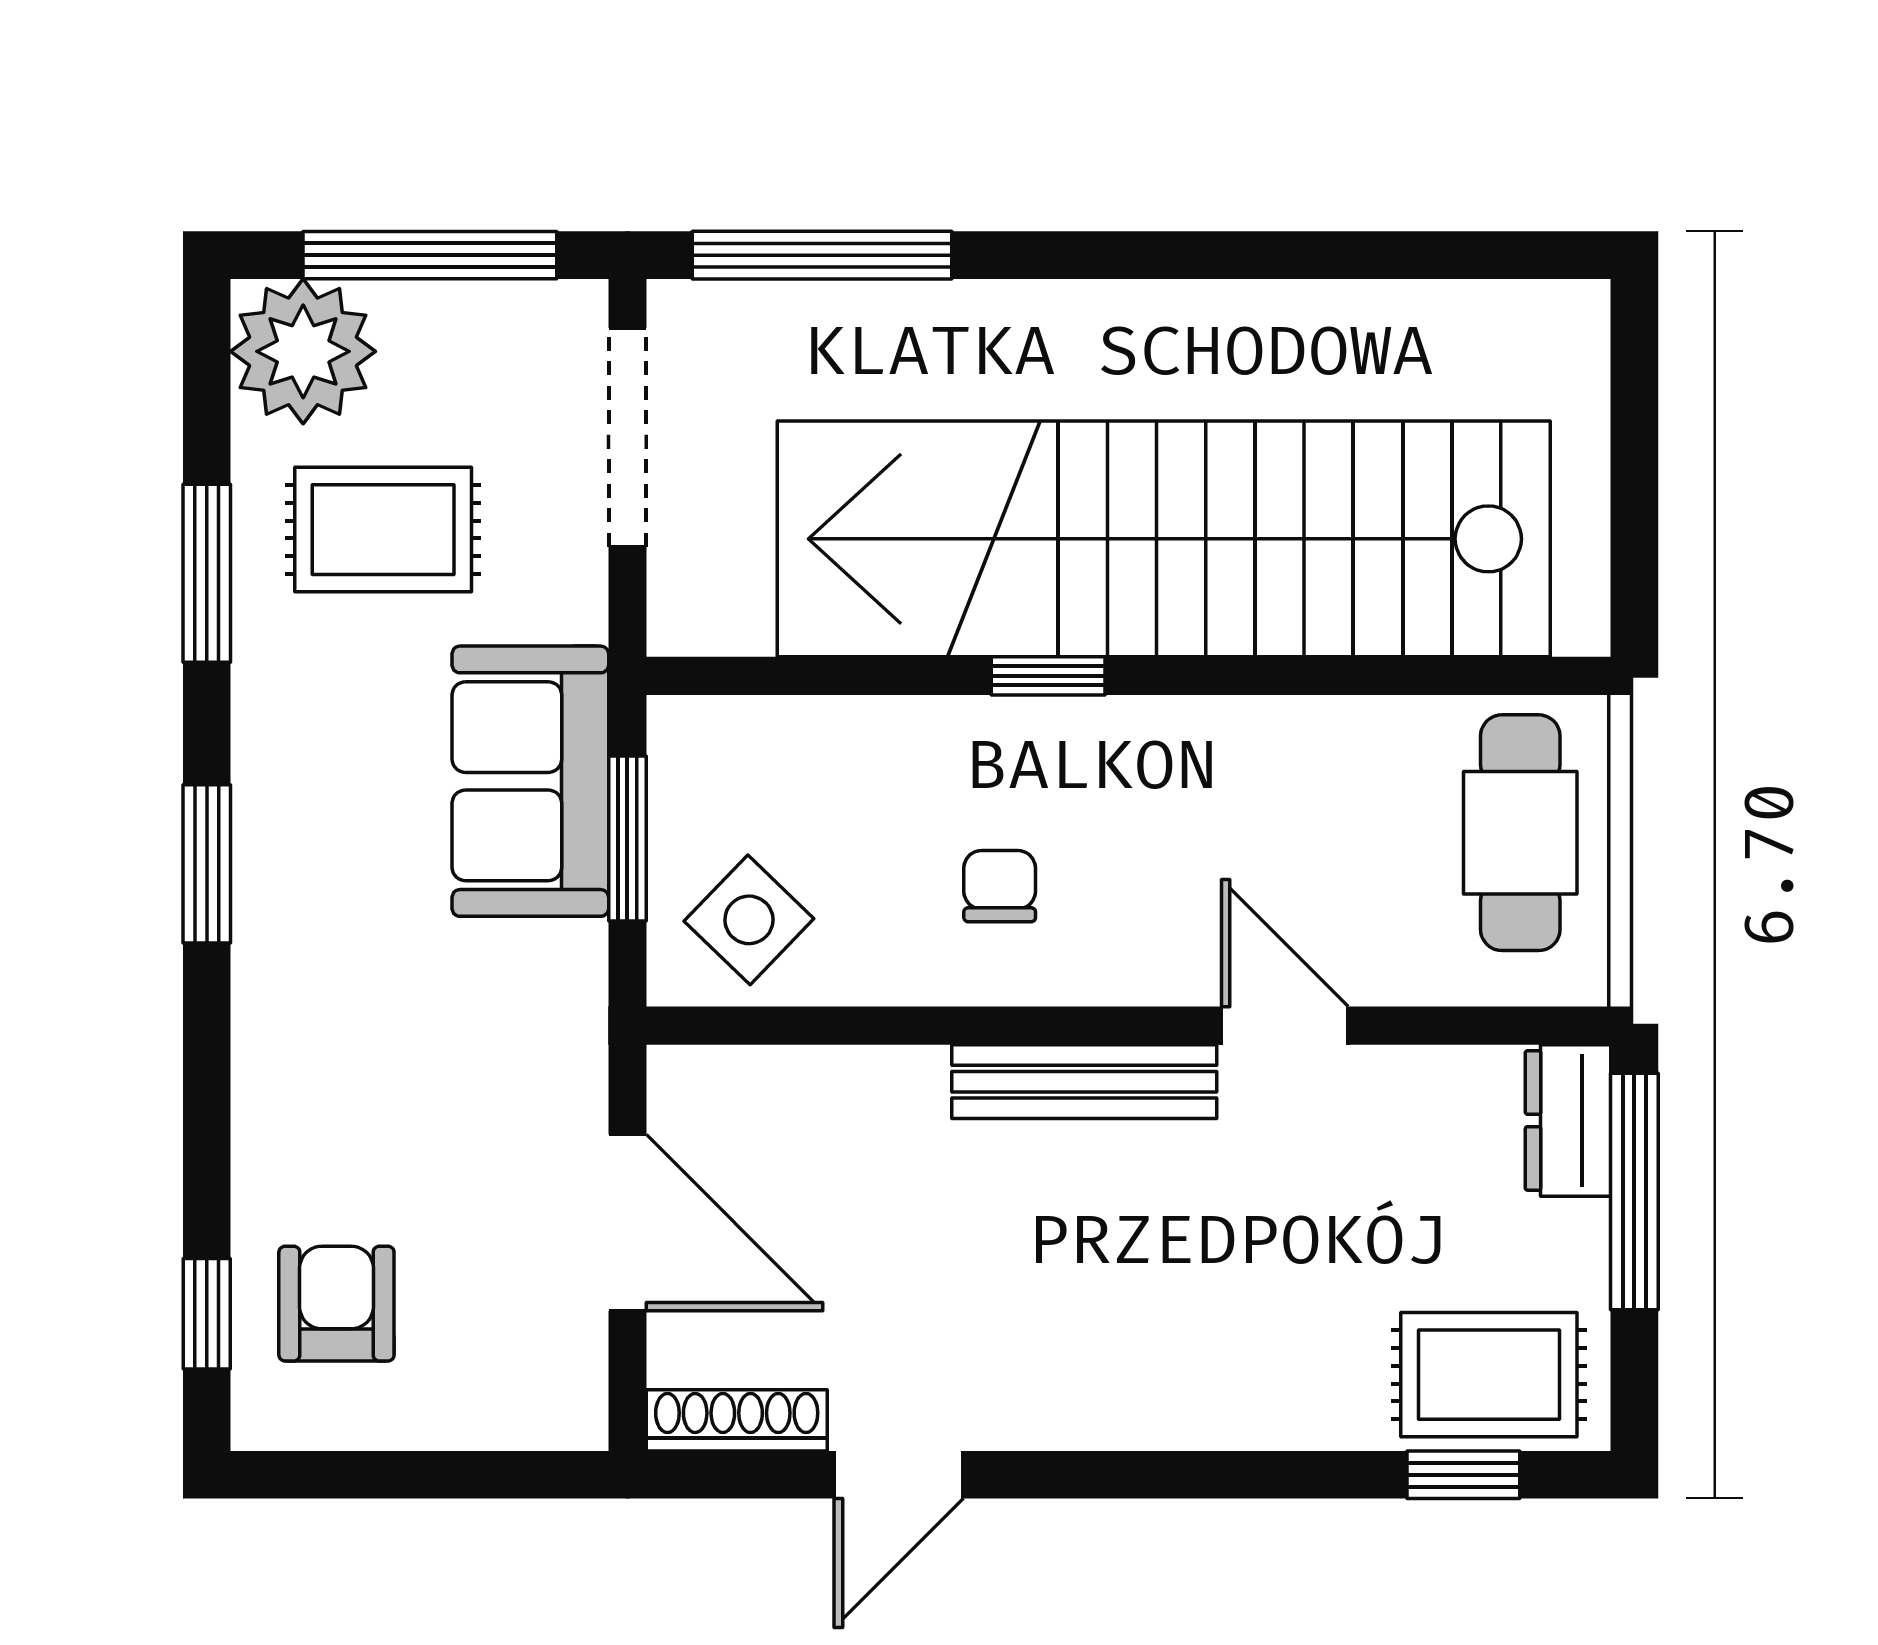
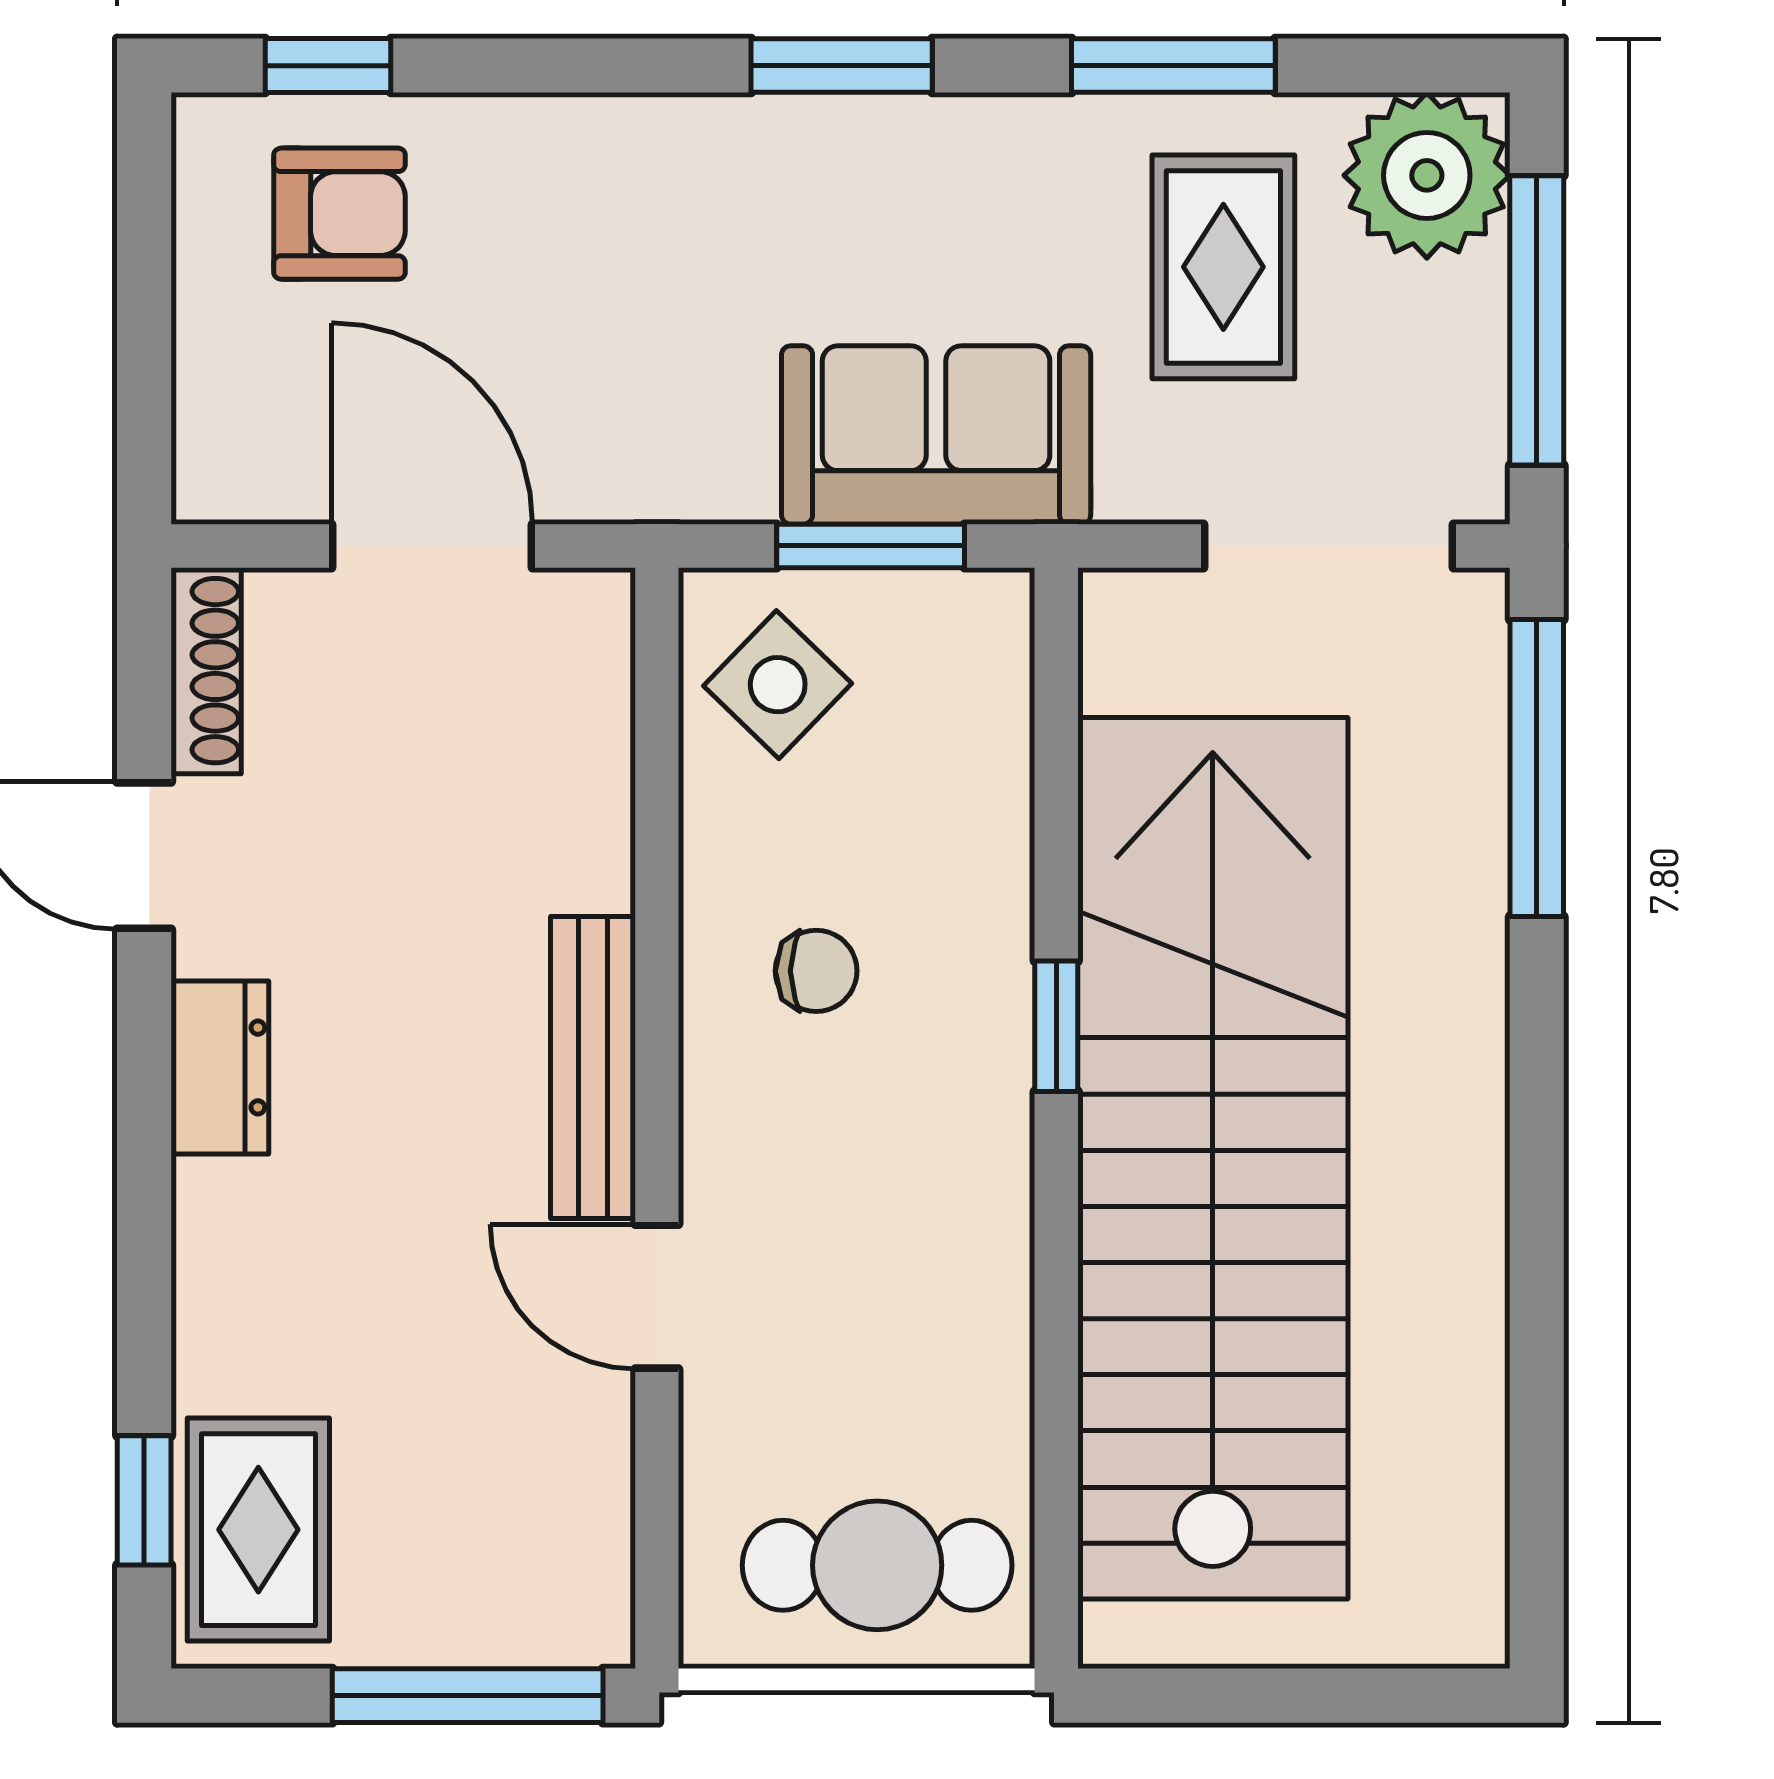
door: (1285, 1026) -> (657, 1297), swing flipped
dresser: (1568, 1120) -> (220, 1067), moved, turned 90
door: (627, 1223) -> (432, 546), swing flipped

